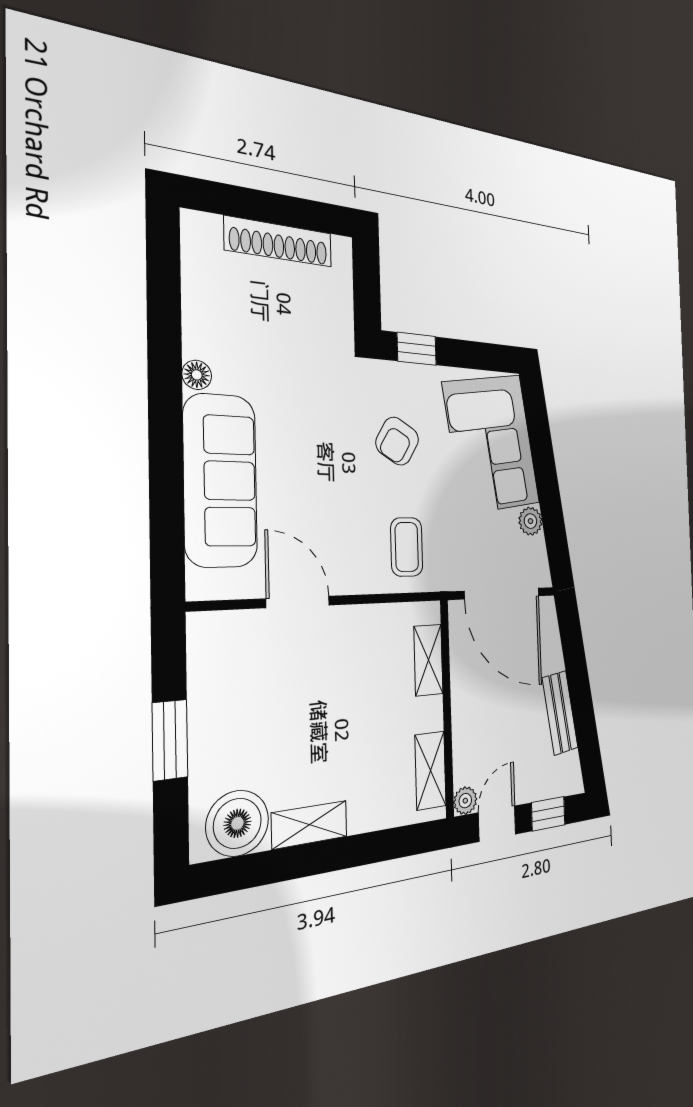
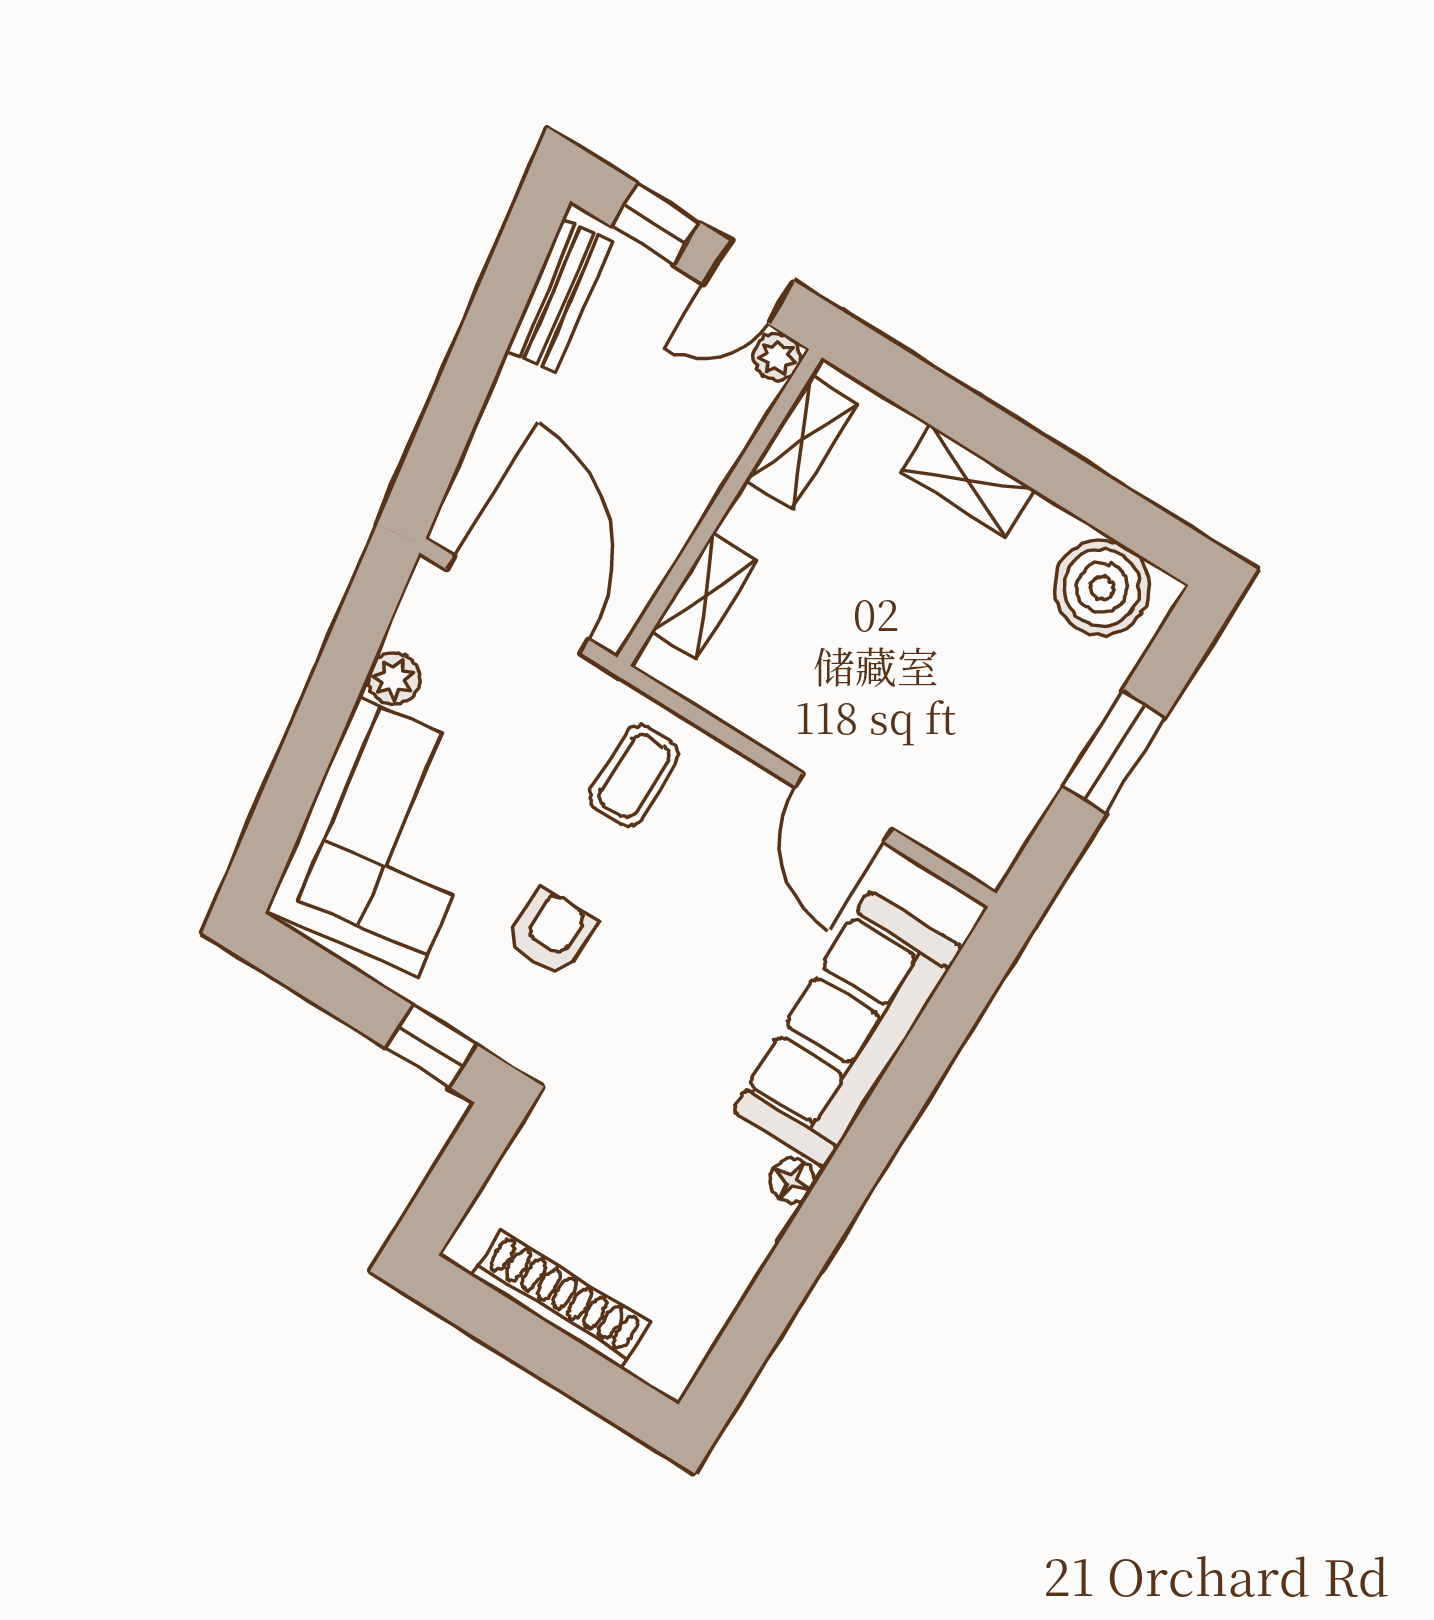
armchair: (397, 441) -> (551, 933), turned -31
bench: (560, 713) -> (559, 296), moved
shelving: (310, 825) -> (968, 481), moved

